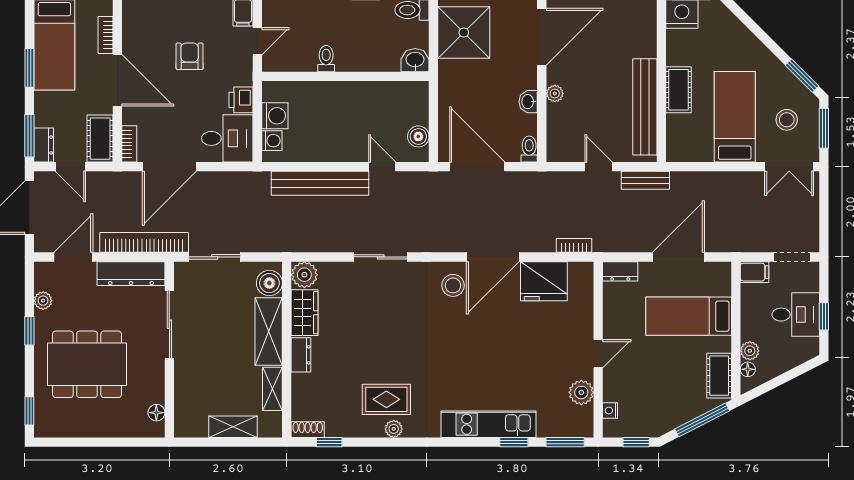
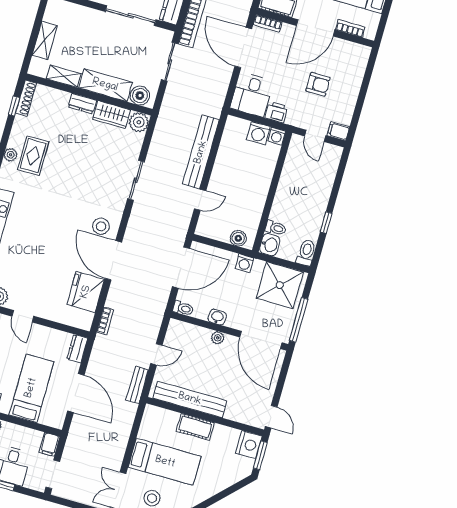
toilet: (326, 59) -> (276, 228), moved
washing machine: (448, 86) -> (244, 263), added
boiler: (418, 136) -> (238, 238), moved
washing machine: (272, 141) -> (277, 136), moved
shoe rack: (308, 430) -> (26, 98), width x1.43

